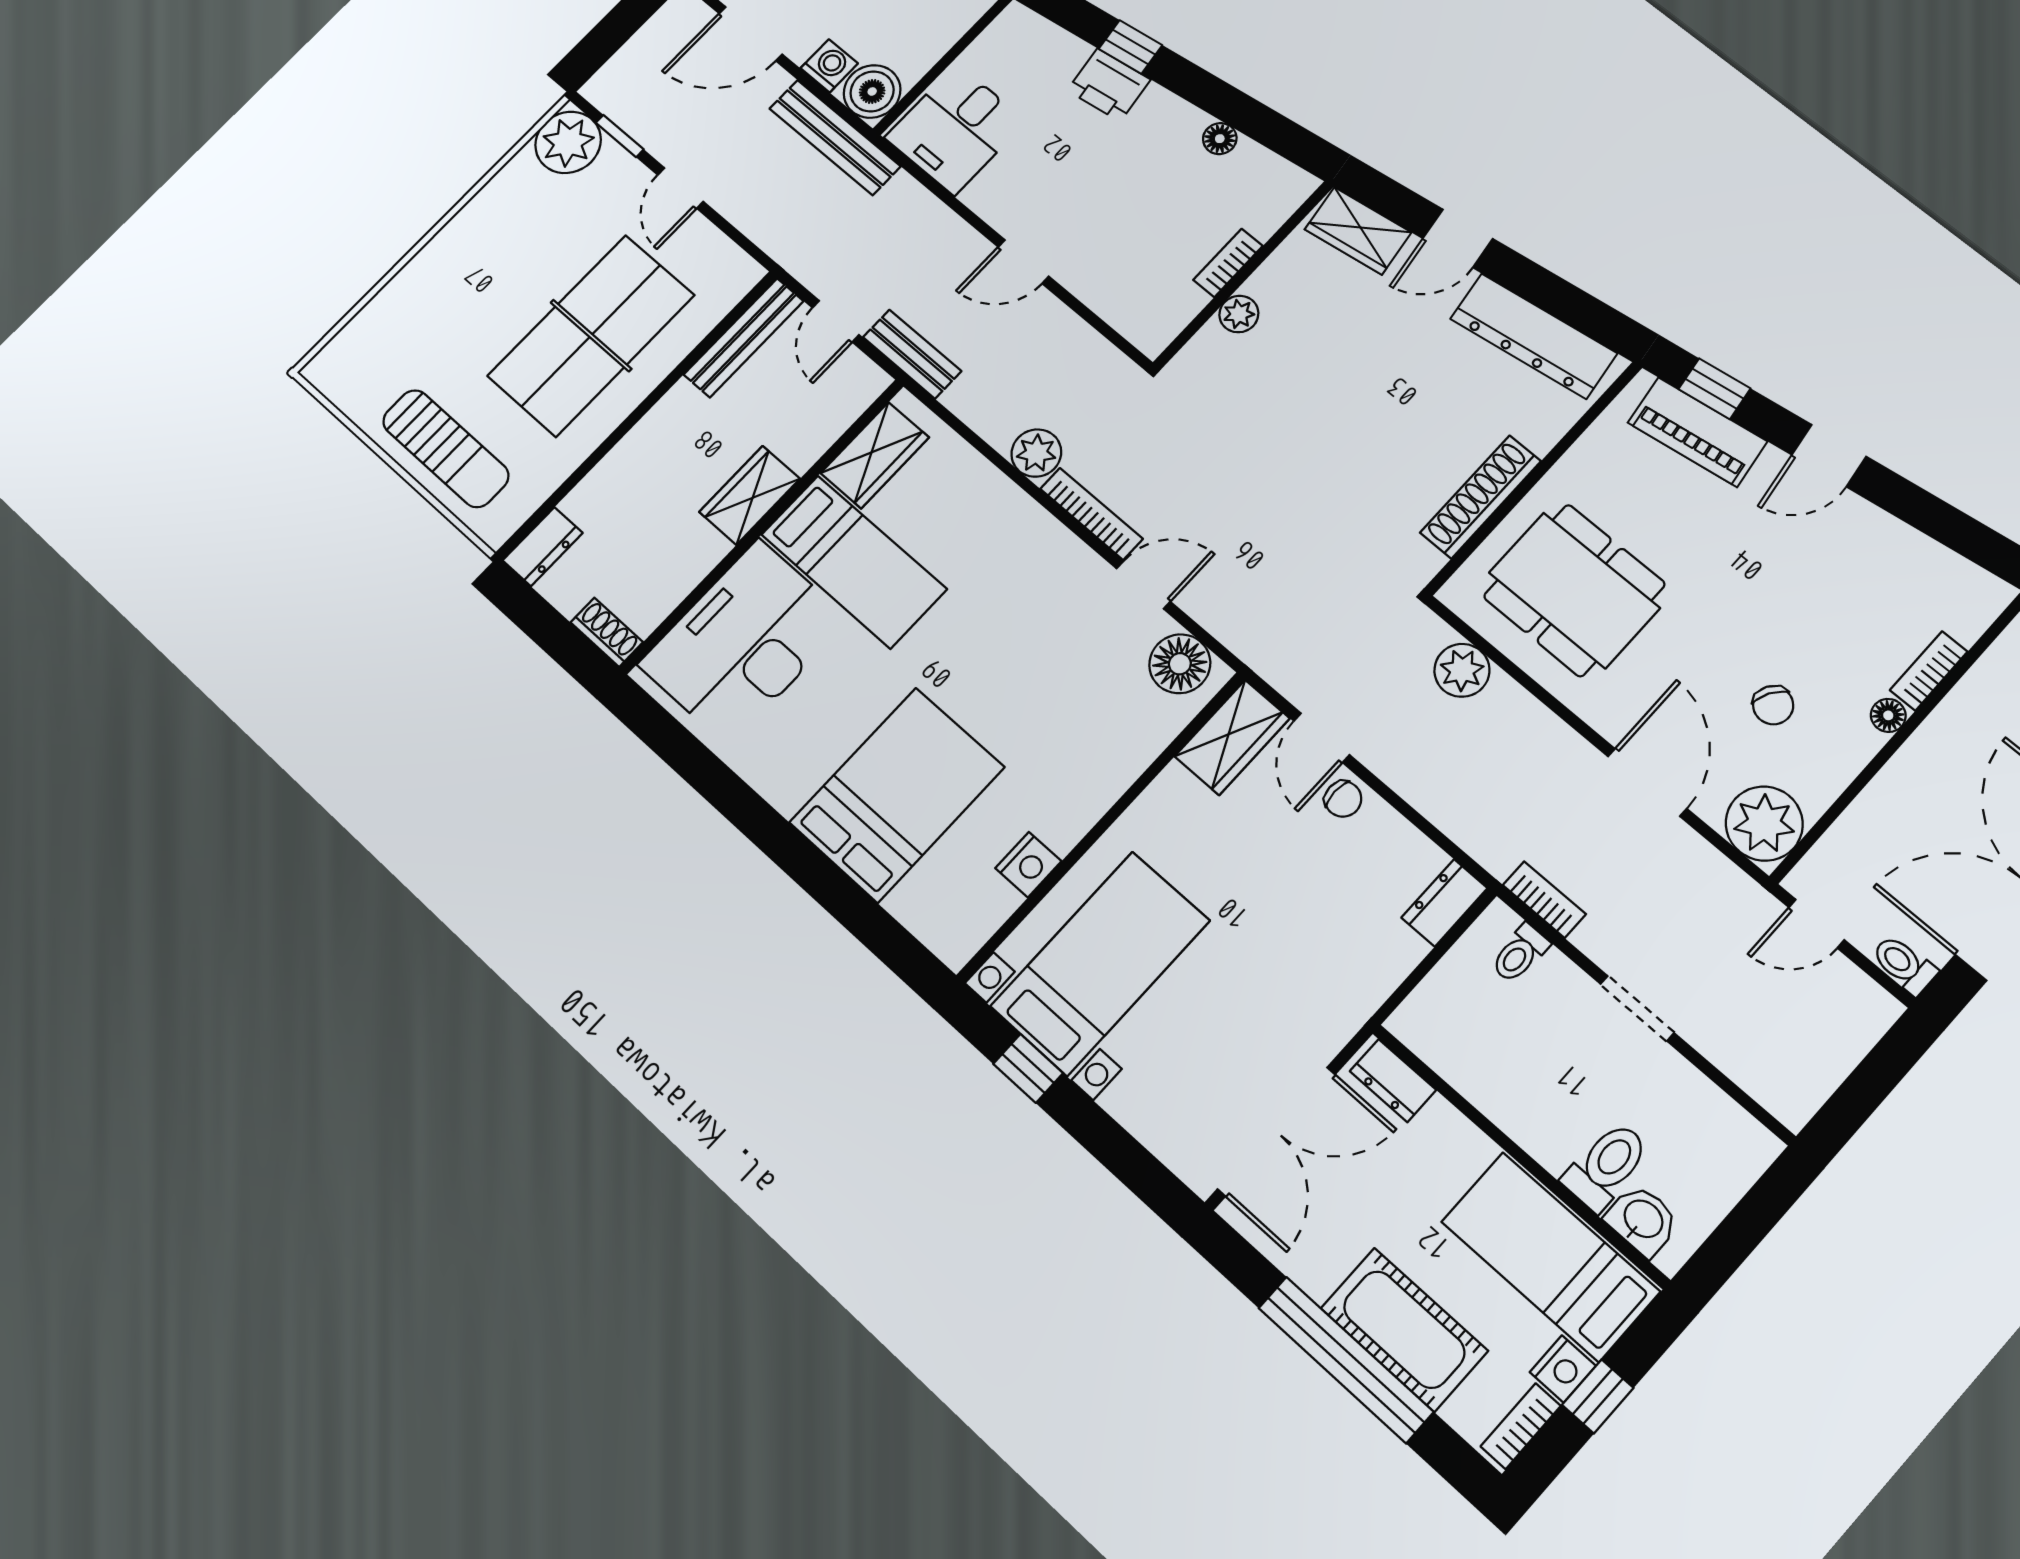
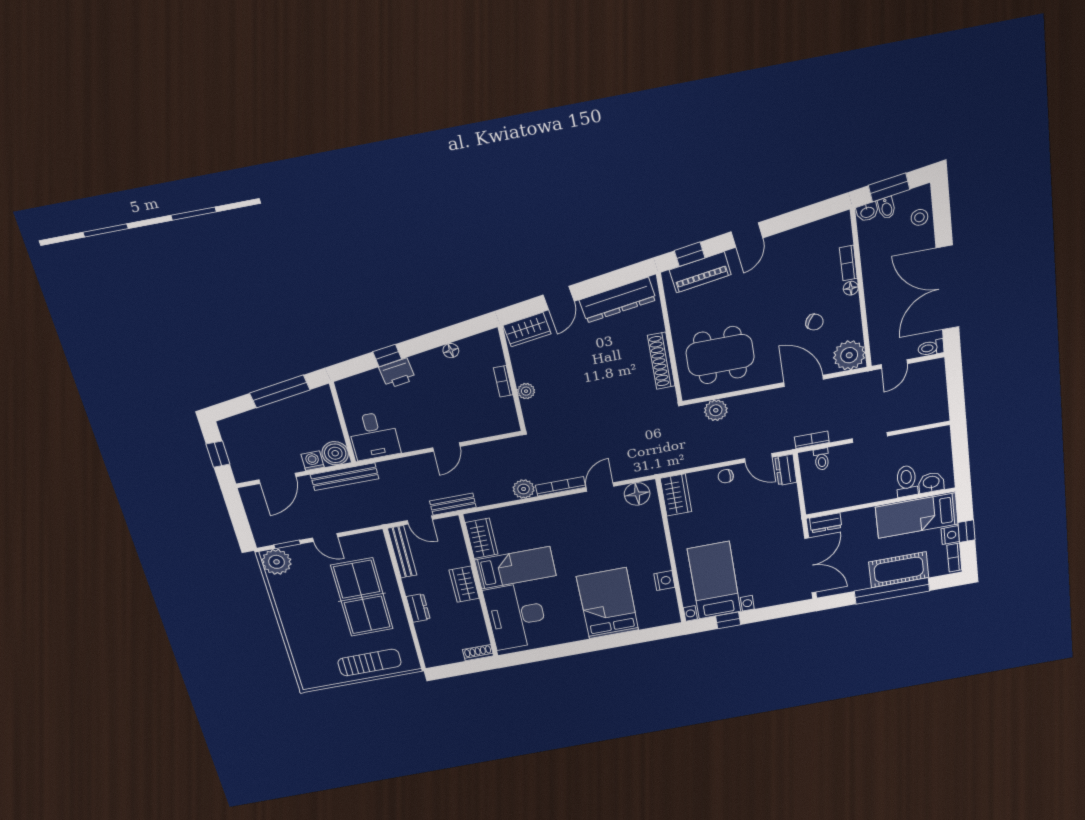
dresser: (543, 547) -> (418, 608), moved
door: (1322, 738) -> (758, 458), moved
chair: (1343, 799) -> (726, 476), turned 180

